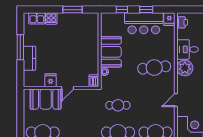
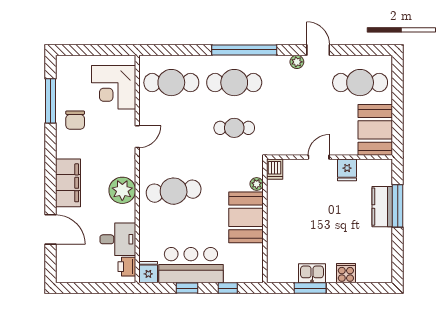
kitchen sink: (37, 18) -> (312, 273), moved
window: (20, 47) -> (398, 206), moved
desk: (188, 49) -> (118, 239), moved
booth: (46, 99) -> (375, 130), moved, turned 90

